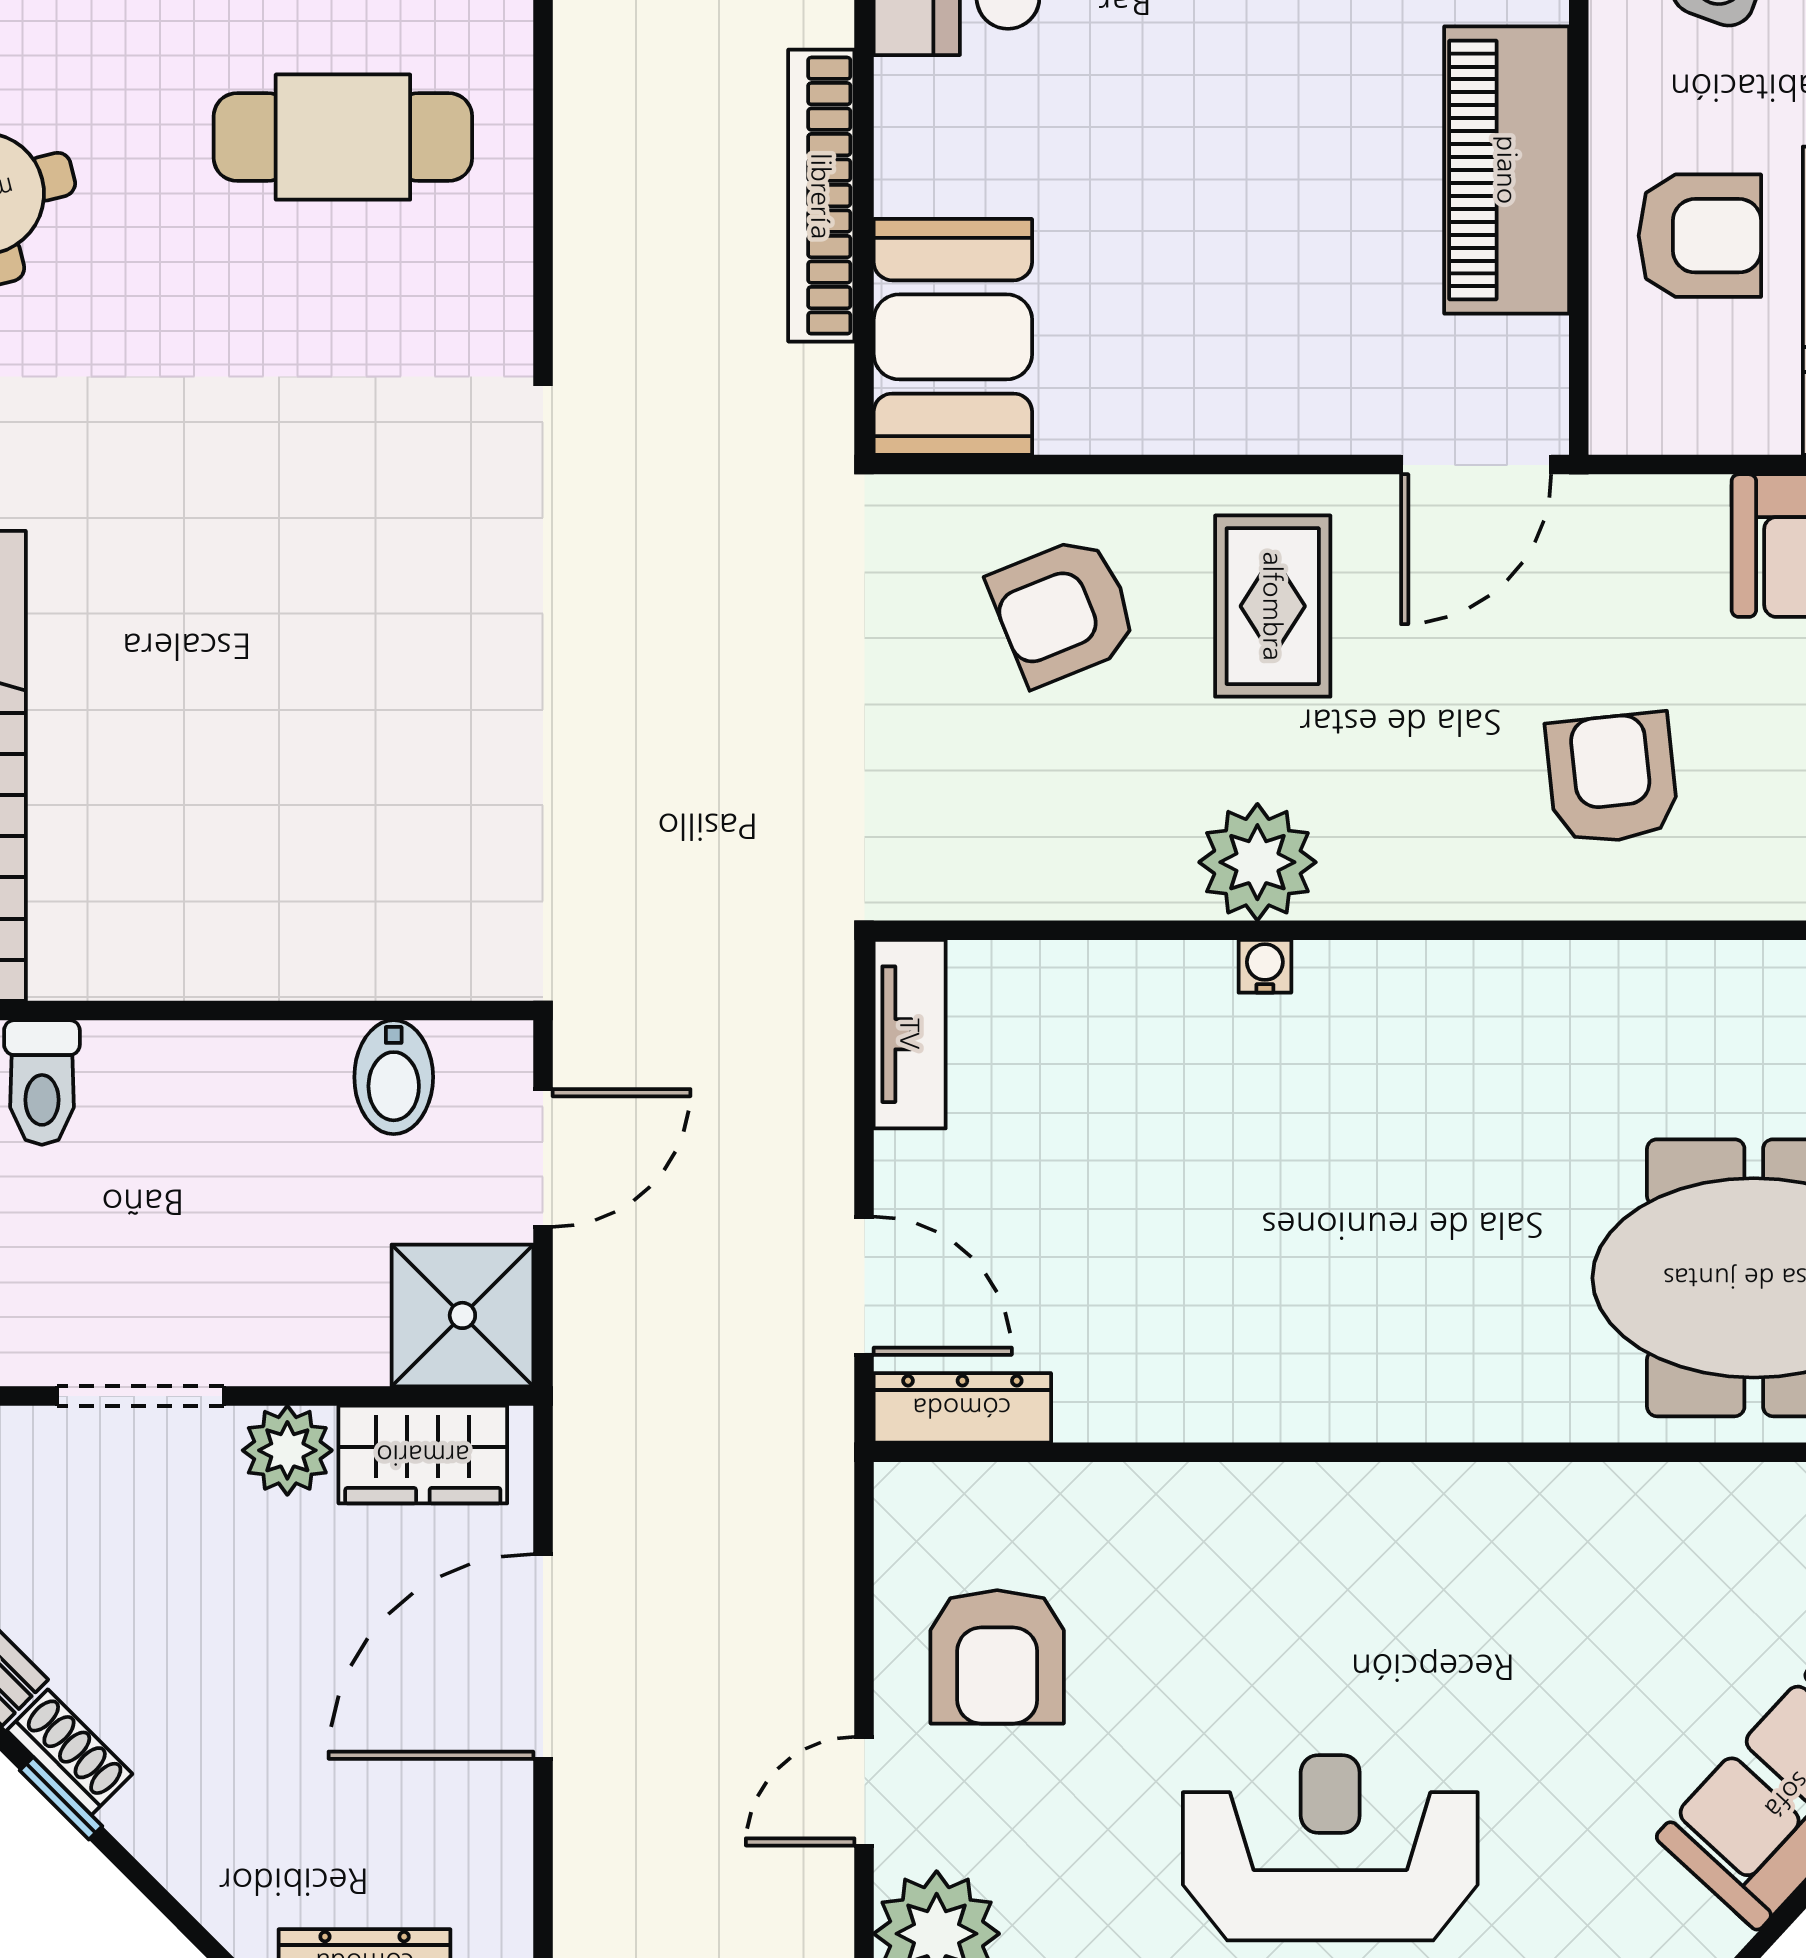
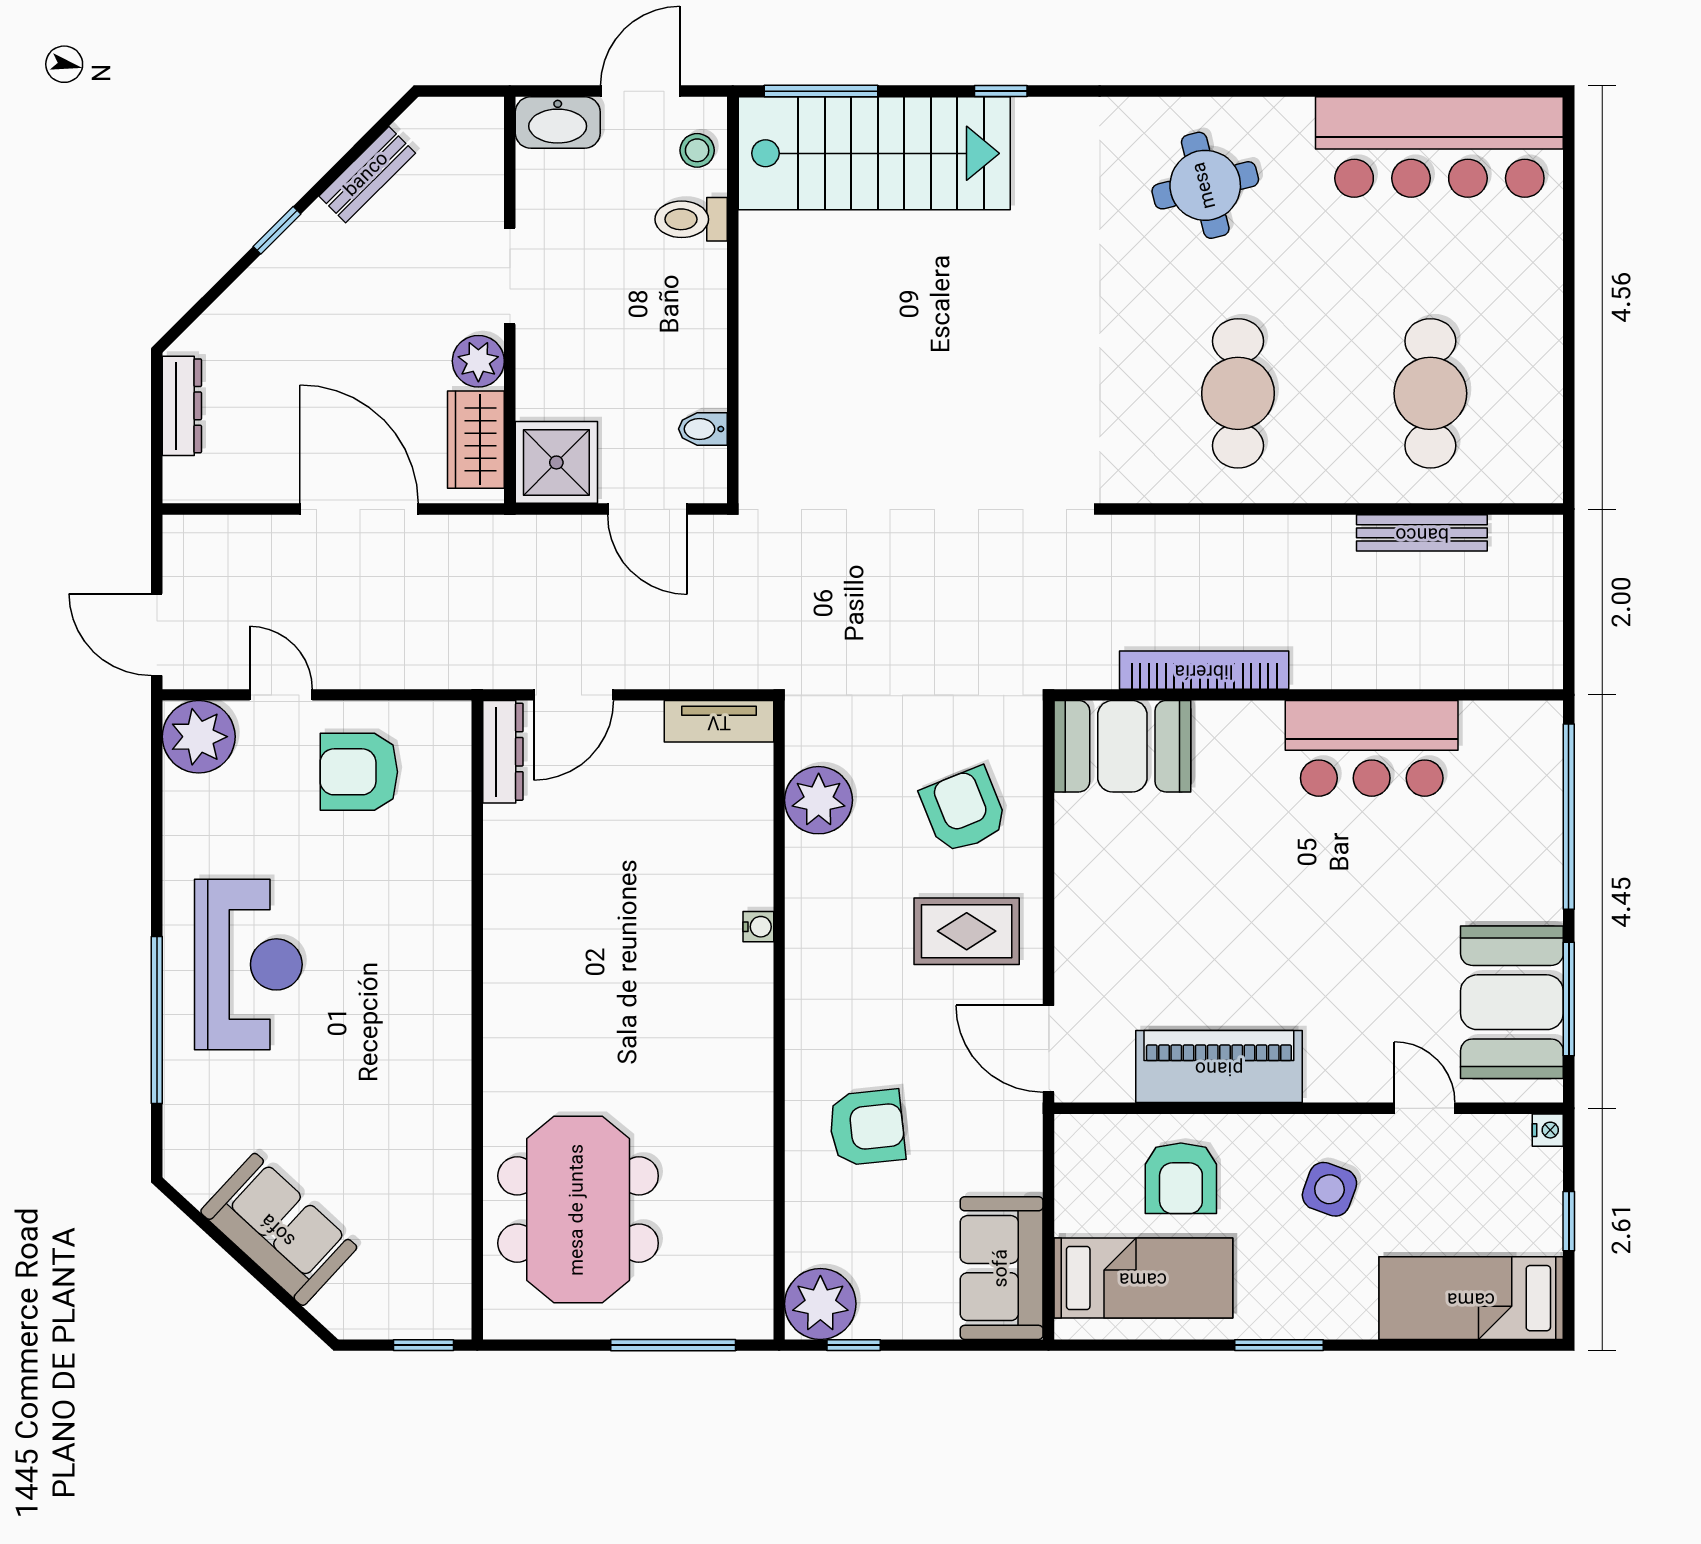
plant: (1257, 862) -> (819, 800), moved
bidet: (394, 1077) -> (703, 429), width x0.72, depth x0.74
shoe rack: (70, 1752) -> (304, 235), removed

